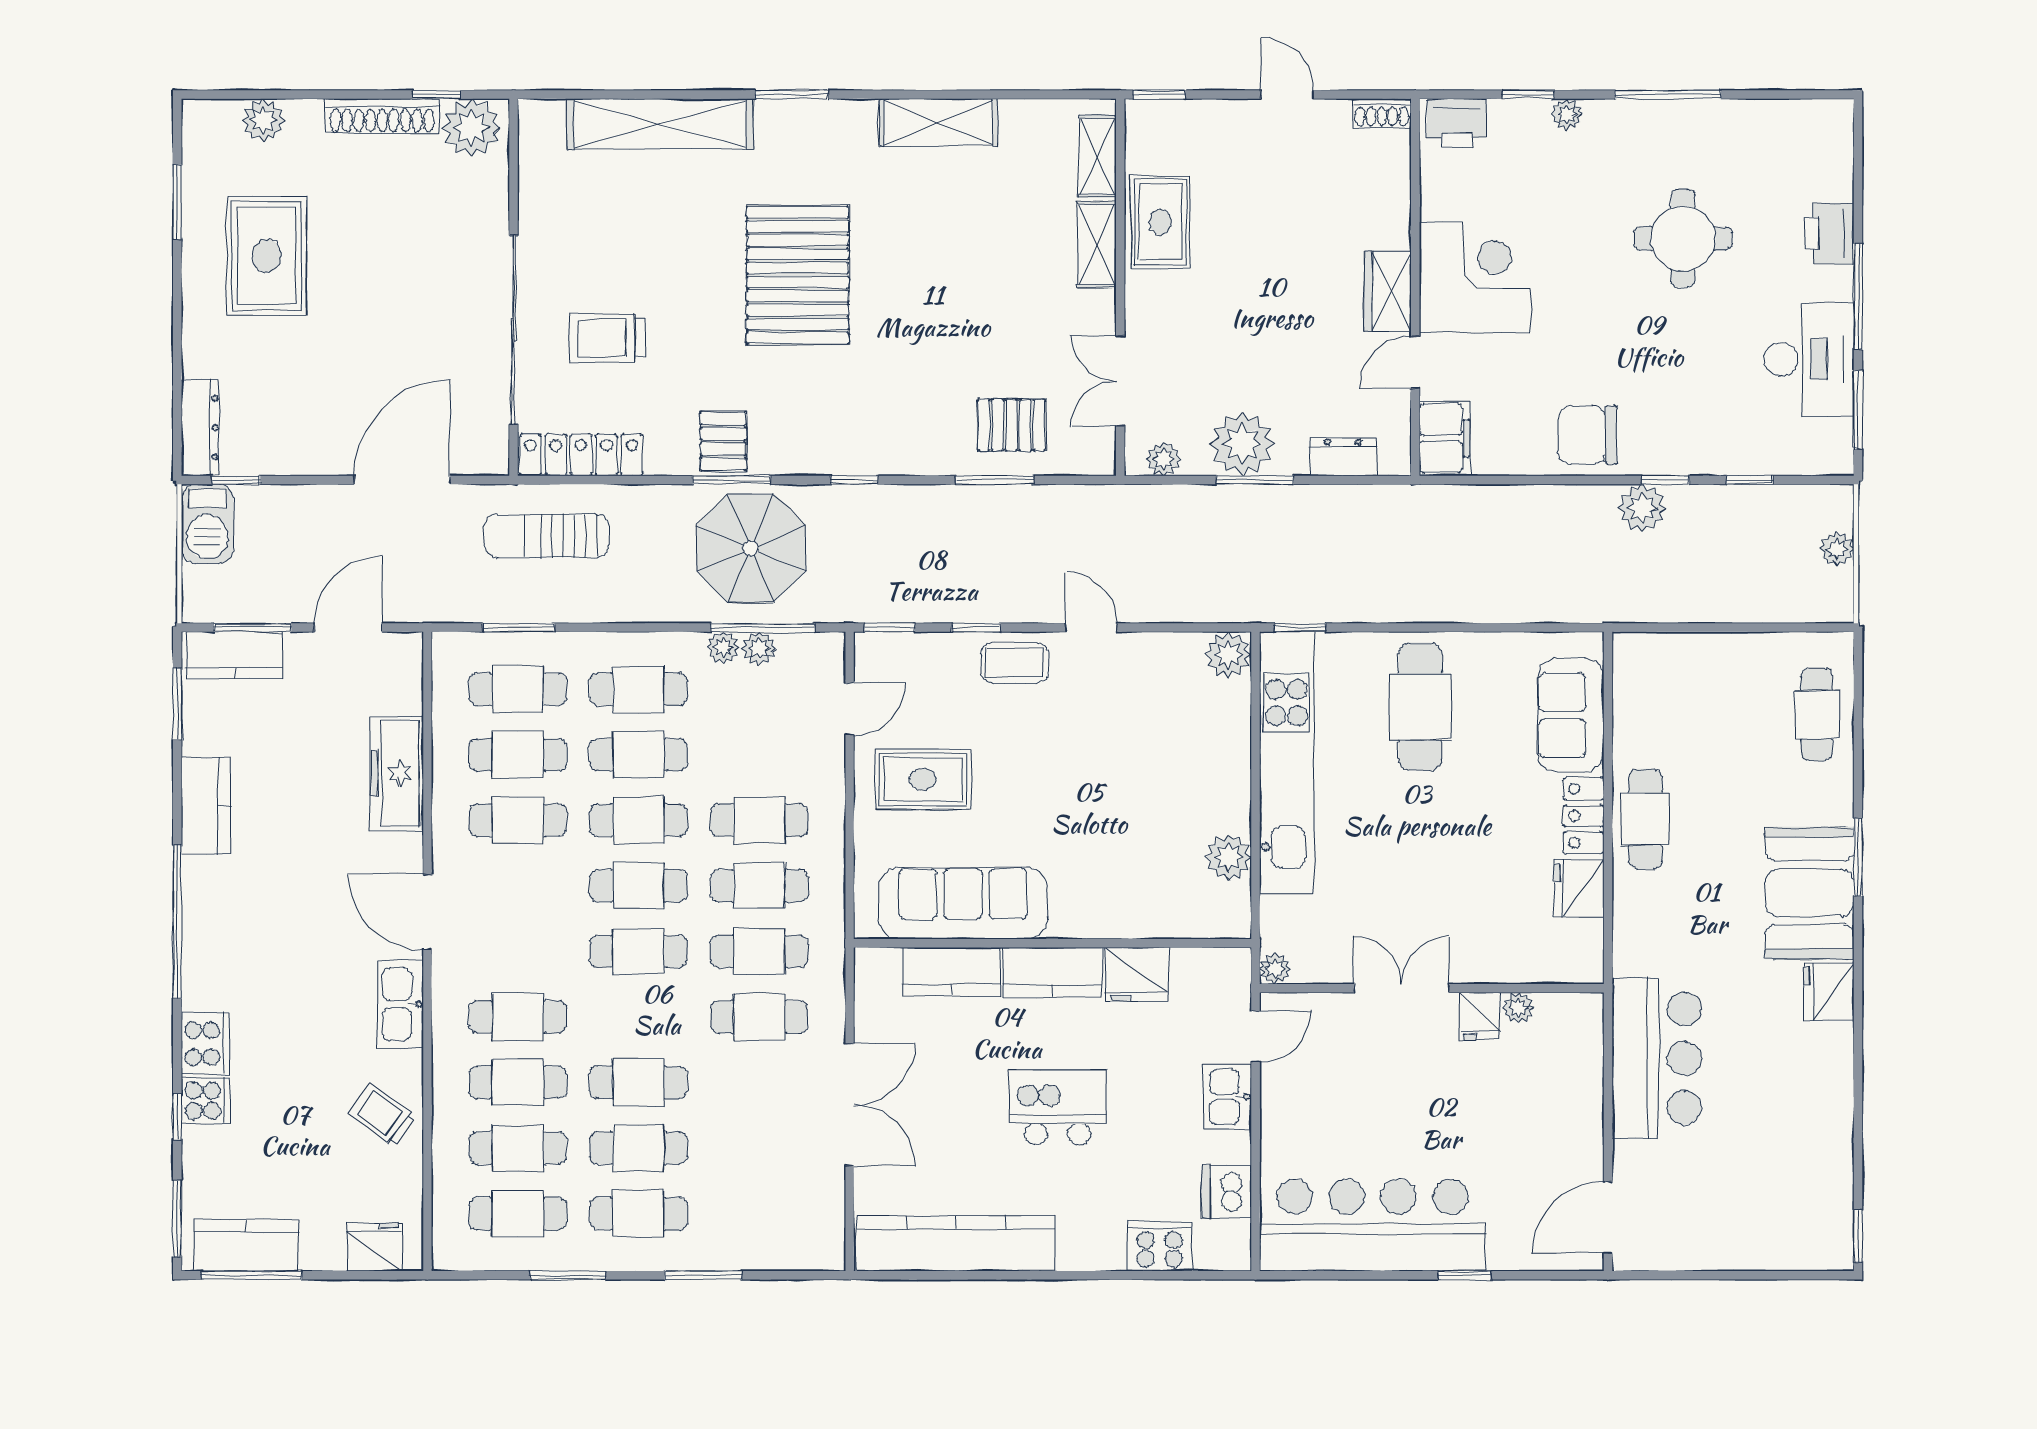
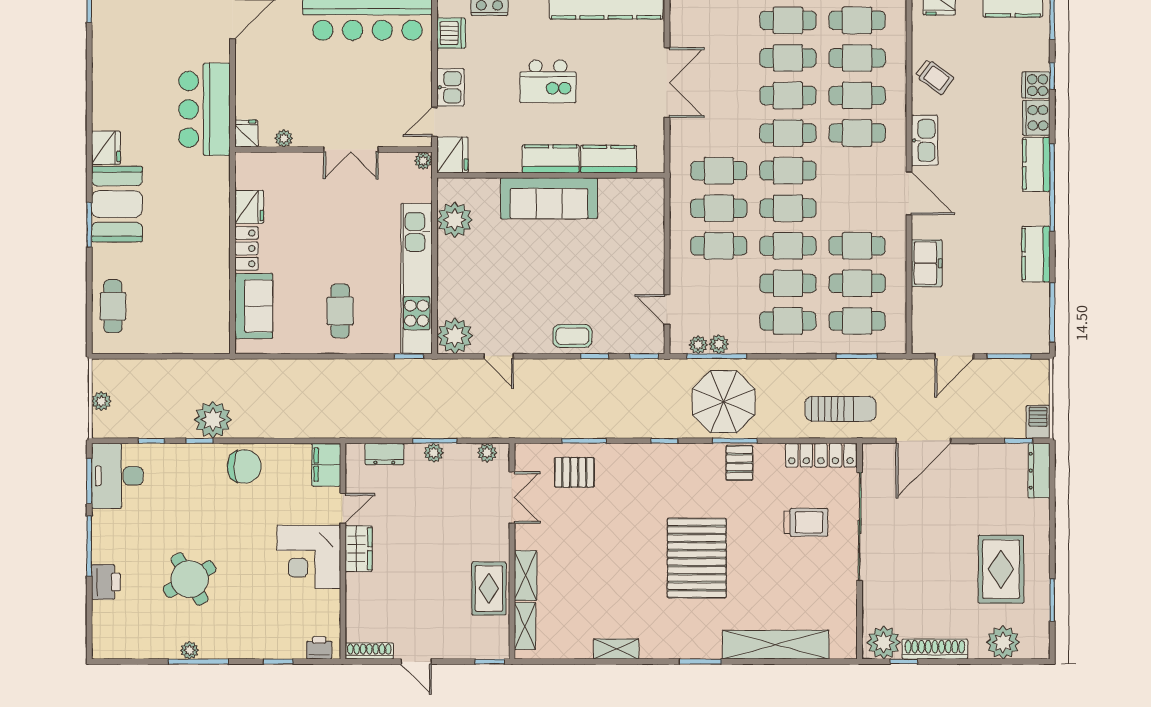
shoe rack: (1382, 113) -> (369, 651), width x1.43
plant: (1567, 114) -> (190, 650), moved
plant: (263, 120) -> (1003, 642), width x1.36, depth x1.36
shelving: (938, 122) -> (616, 649), width x0.67, depth x0.75
printer: (1457, 123) -> (319, 648), width x0.73, depth x0.81
round table: (1683, 238) -> (190, 579), turned -30
desk: (1809, 359) -> (117, 476), moved
plant: (1242, 444) -> (434, 453), width x0.53, depth x0.53
plant: (1642, 508) -> (213, 420), width x1.36, depth x1.36
barbecue: (207, 524) -> (1038, 422), width x0.73, depth x0.79
door: (1091, 628) -> (499, 356), moved
plant: (723, 647) -> (698, 345), moved
kitchen counter: (235, 655) -> (1036, 164), moved, turned -90
plant: (1228, 655) -> (455, 336), width x1.36, depth x1.36
window: (177, 704) -> (1052, 312), width x1.44
cafe table: (1420, 706) -> (340, 311), width x0.73, depth x0.74
door: (850, 709) -> (667, 309), hinge flipped
freezer: (397, 773) -> (927, 263), width x0.71
rug: (923, 779) -> (625, 269), removed
cafe table: (1646, 819) -> (211, 247), removed
plant: (1228, 857) -> (455, 220), width x1.36, depth x1.36
sofa: (963, 903) -> (549, 198), moved
fridge: (1137, 974) -> (452, 155), moved, turned 90
fridge: (1480, 1016) -> (246, 134), moved
cafe table: (759, 1017) -> (788, 133), moved
double door: (850, 1105) -> (667, 83), swing flipped

